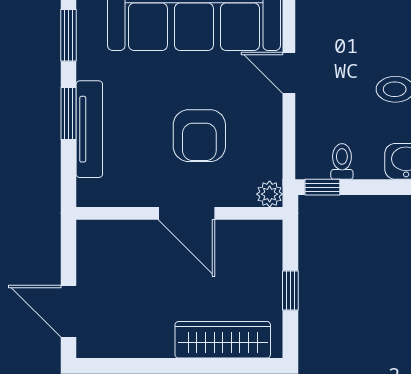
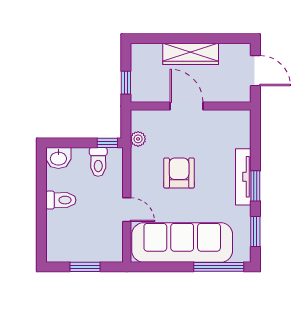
toilet: (342, 161) -> (98, 162), width x1.37, depth x1.39
wall: (179, 213) -> (191, 106), moved
door: (186, 213) -> (187, 106), moved
wardrobe: (223, 340) -> (191, 54), moved

